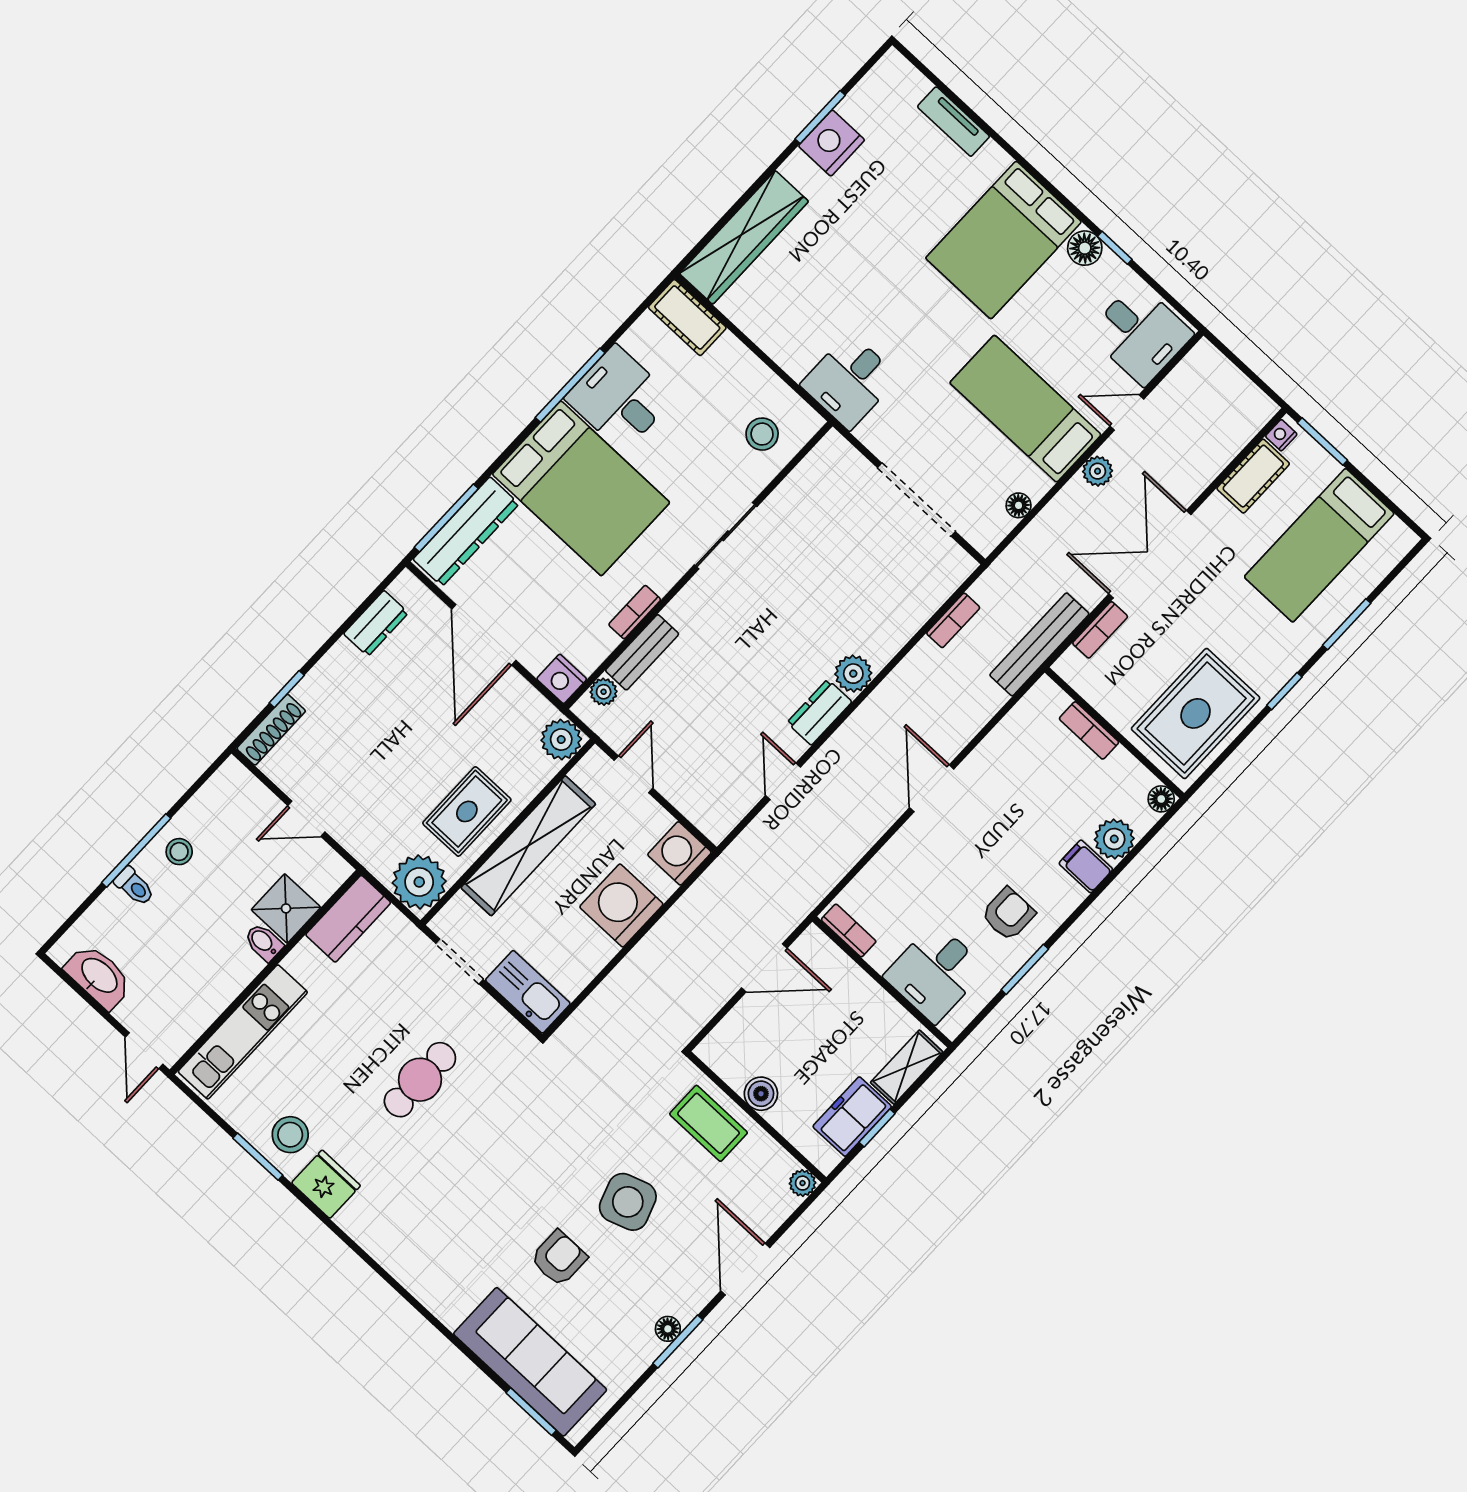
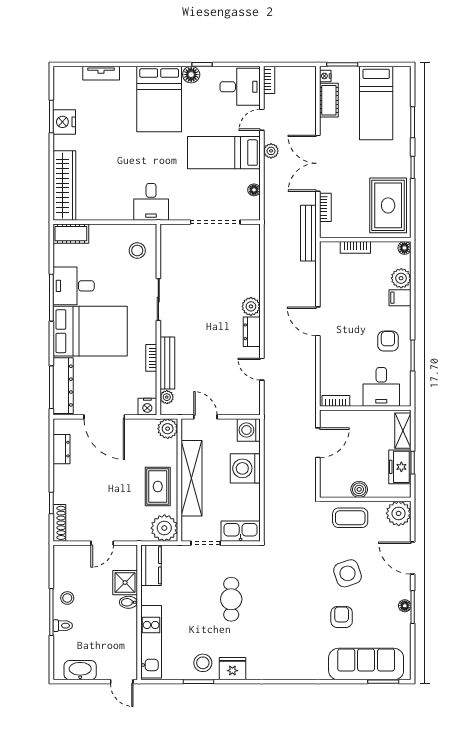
bookcase: (953, 620) -> (269, 80), moved
bench: (642, 652) -> (167, 363), width x1.36
plant: (803, 1183) -> (399, 513), width x1.87, depth x1.87

